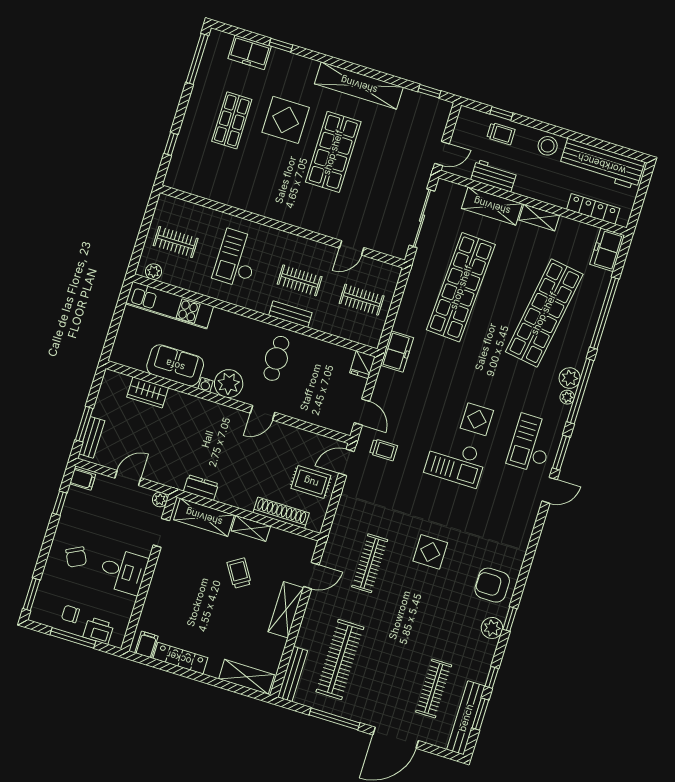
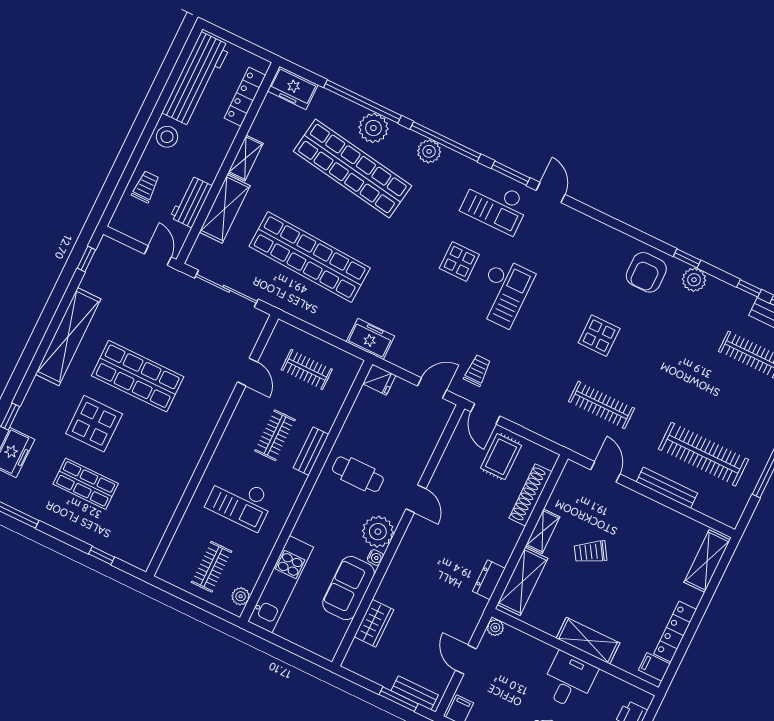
window: (501, 113) -> (123, 183), removed
clothes rail: (362, 300) -> (307, 369), turned 90
plant: (567, 397) -> (373, 128), moved, width x1.87, depth x1.87
doorway: (161, 533) -> (533, 632), removed
shelving: (286, 610) -> (588, 641), moved
bench: (293, 674) -> (667, 488), moved

